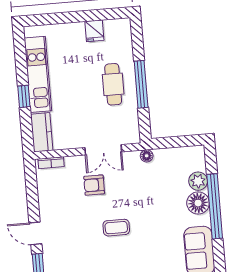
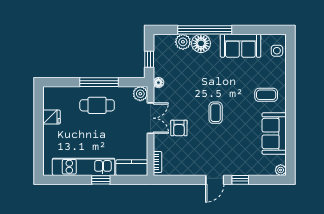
plant: (131, 135) -> (140, 94), added
window: (174, 142) -> (149, 59), added

